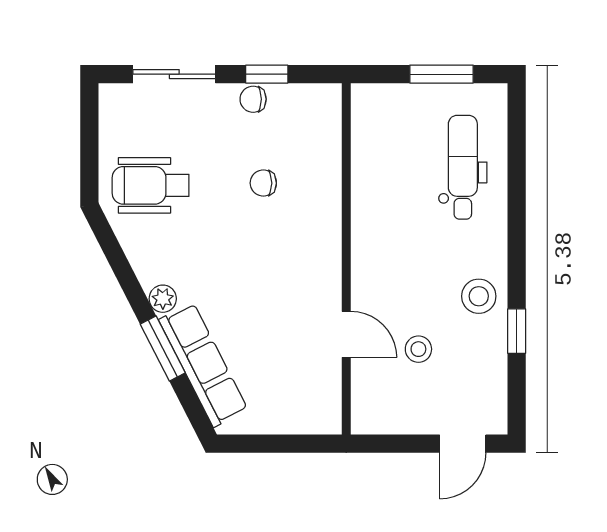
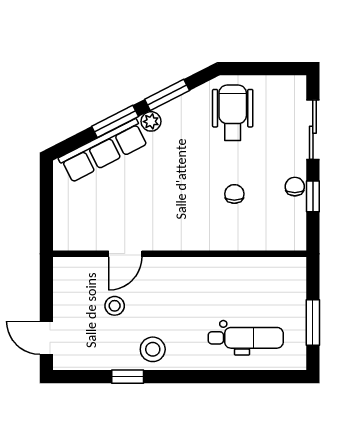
window: (126, 276) -> (167, 95), added

